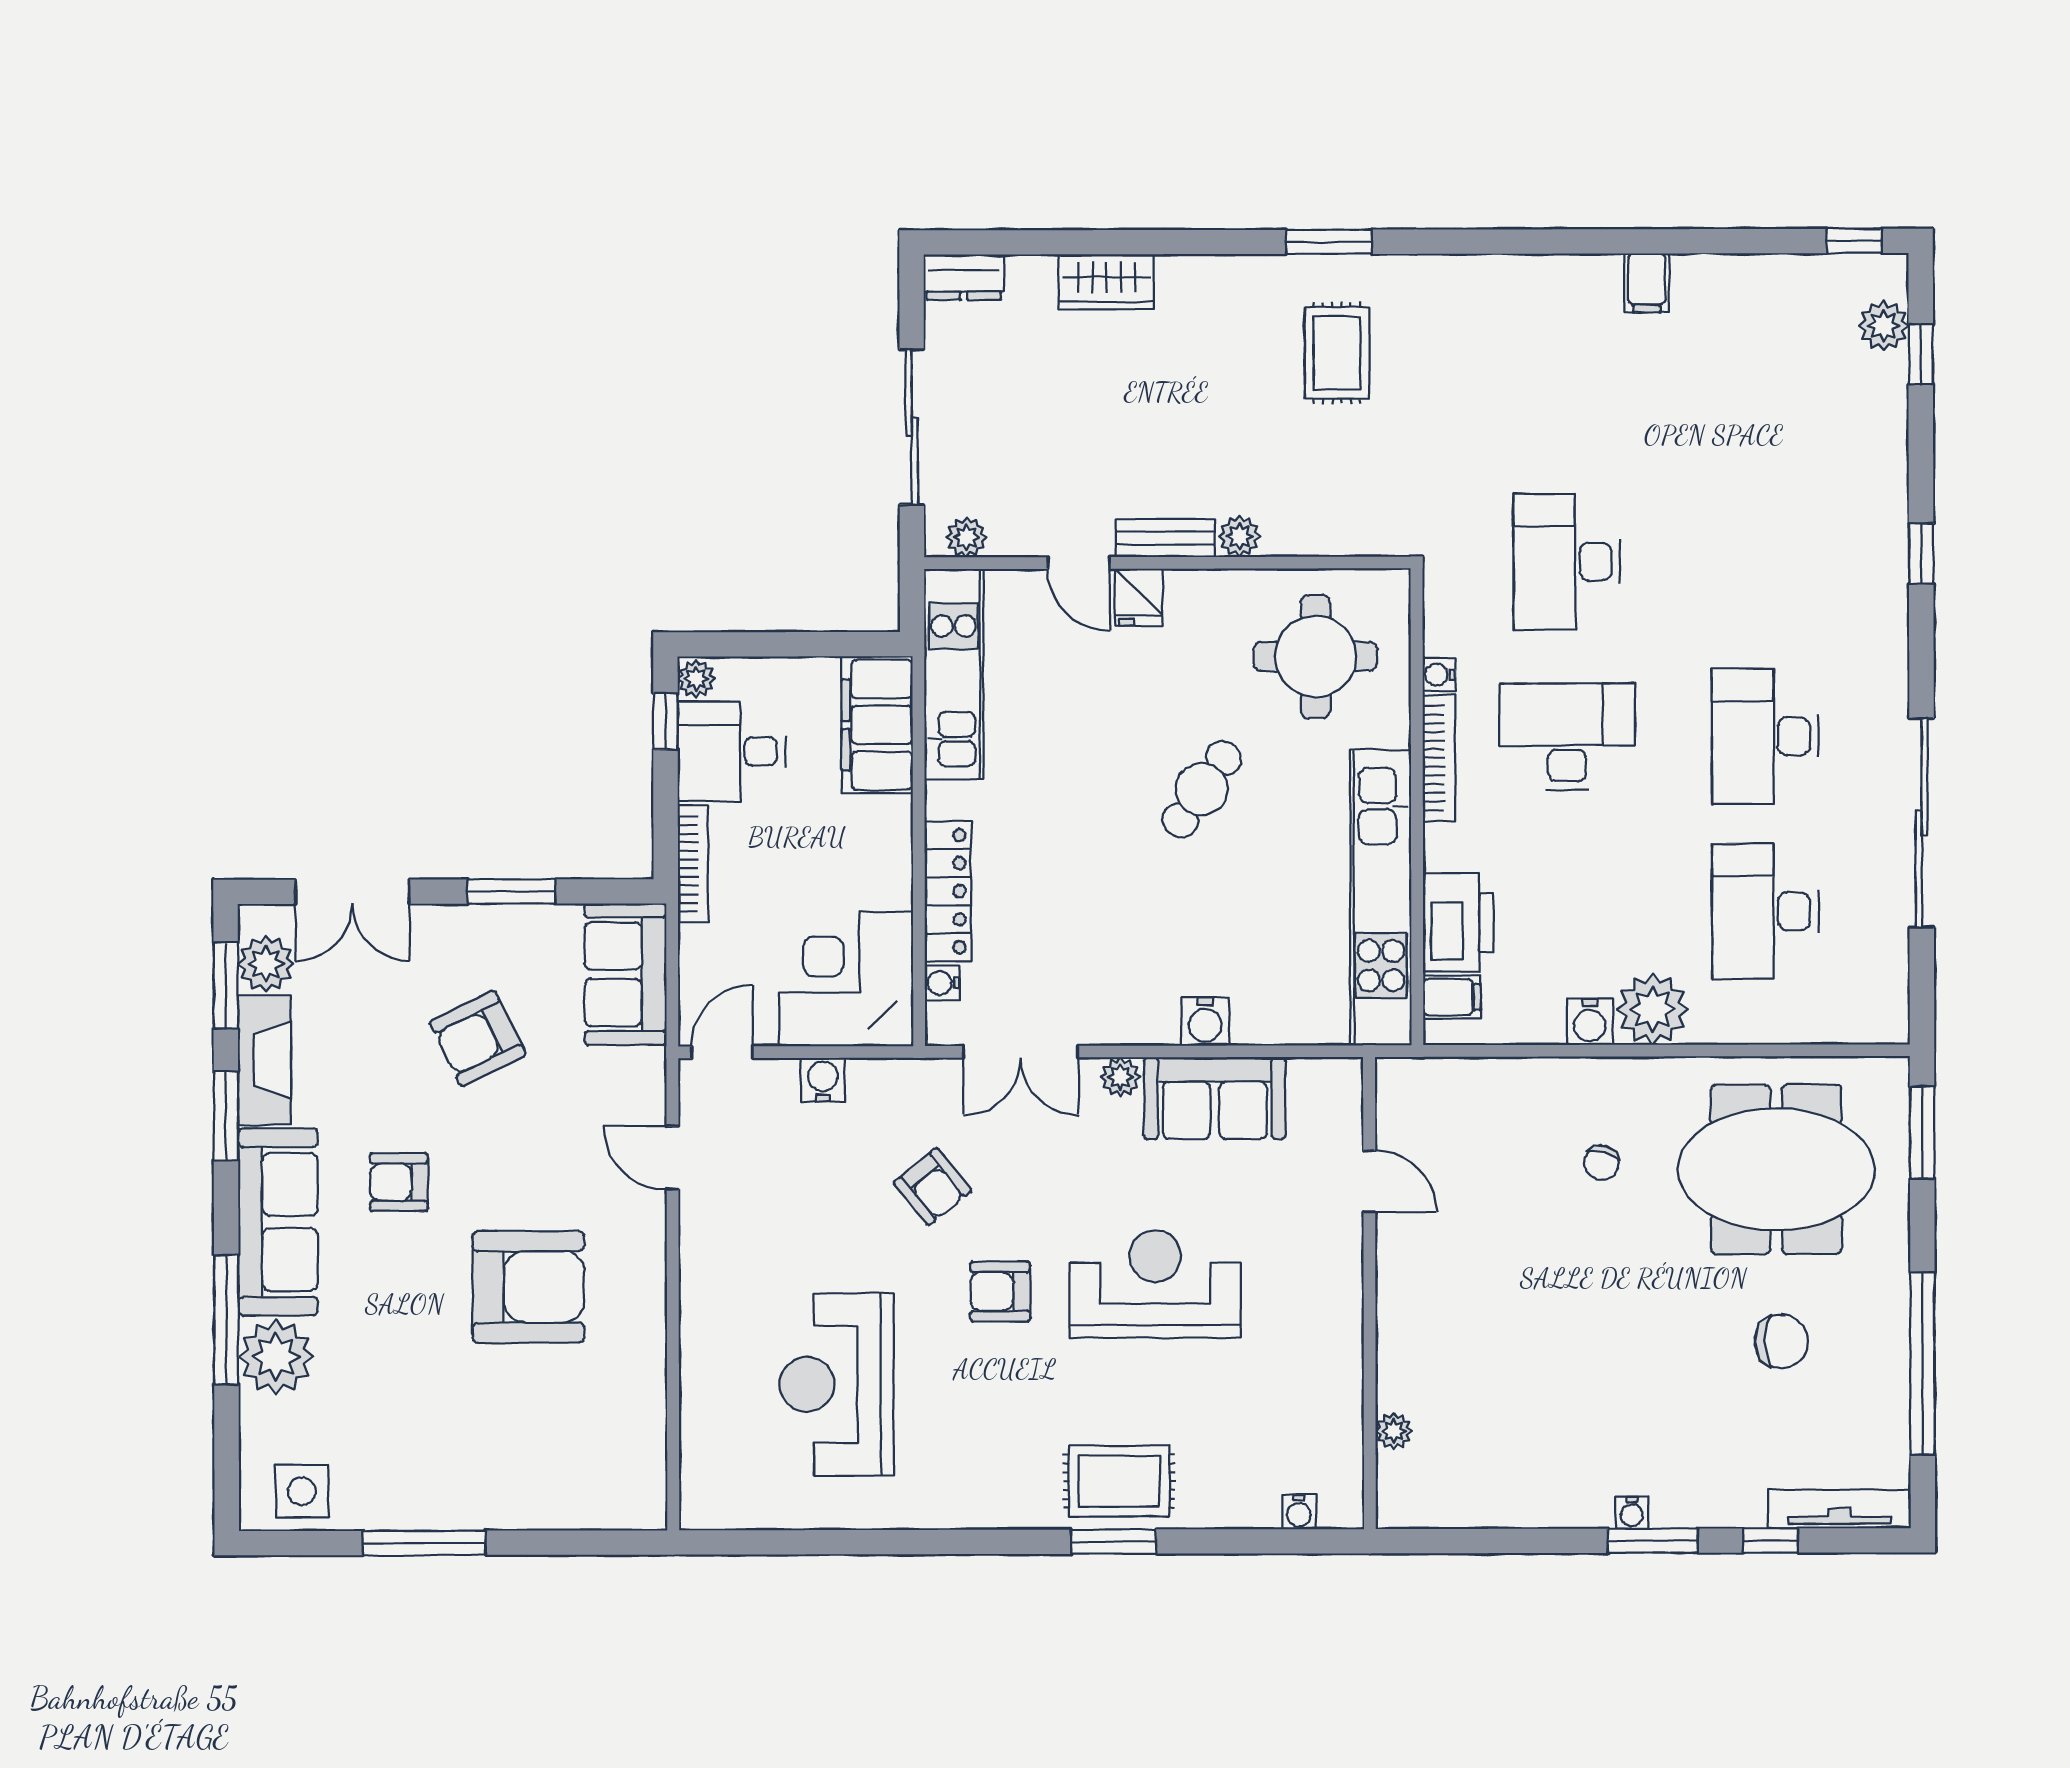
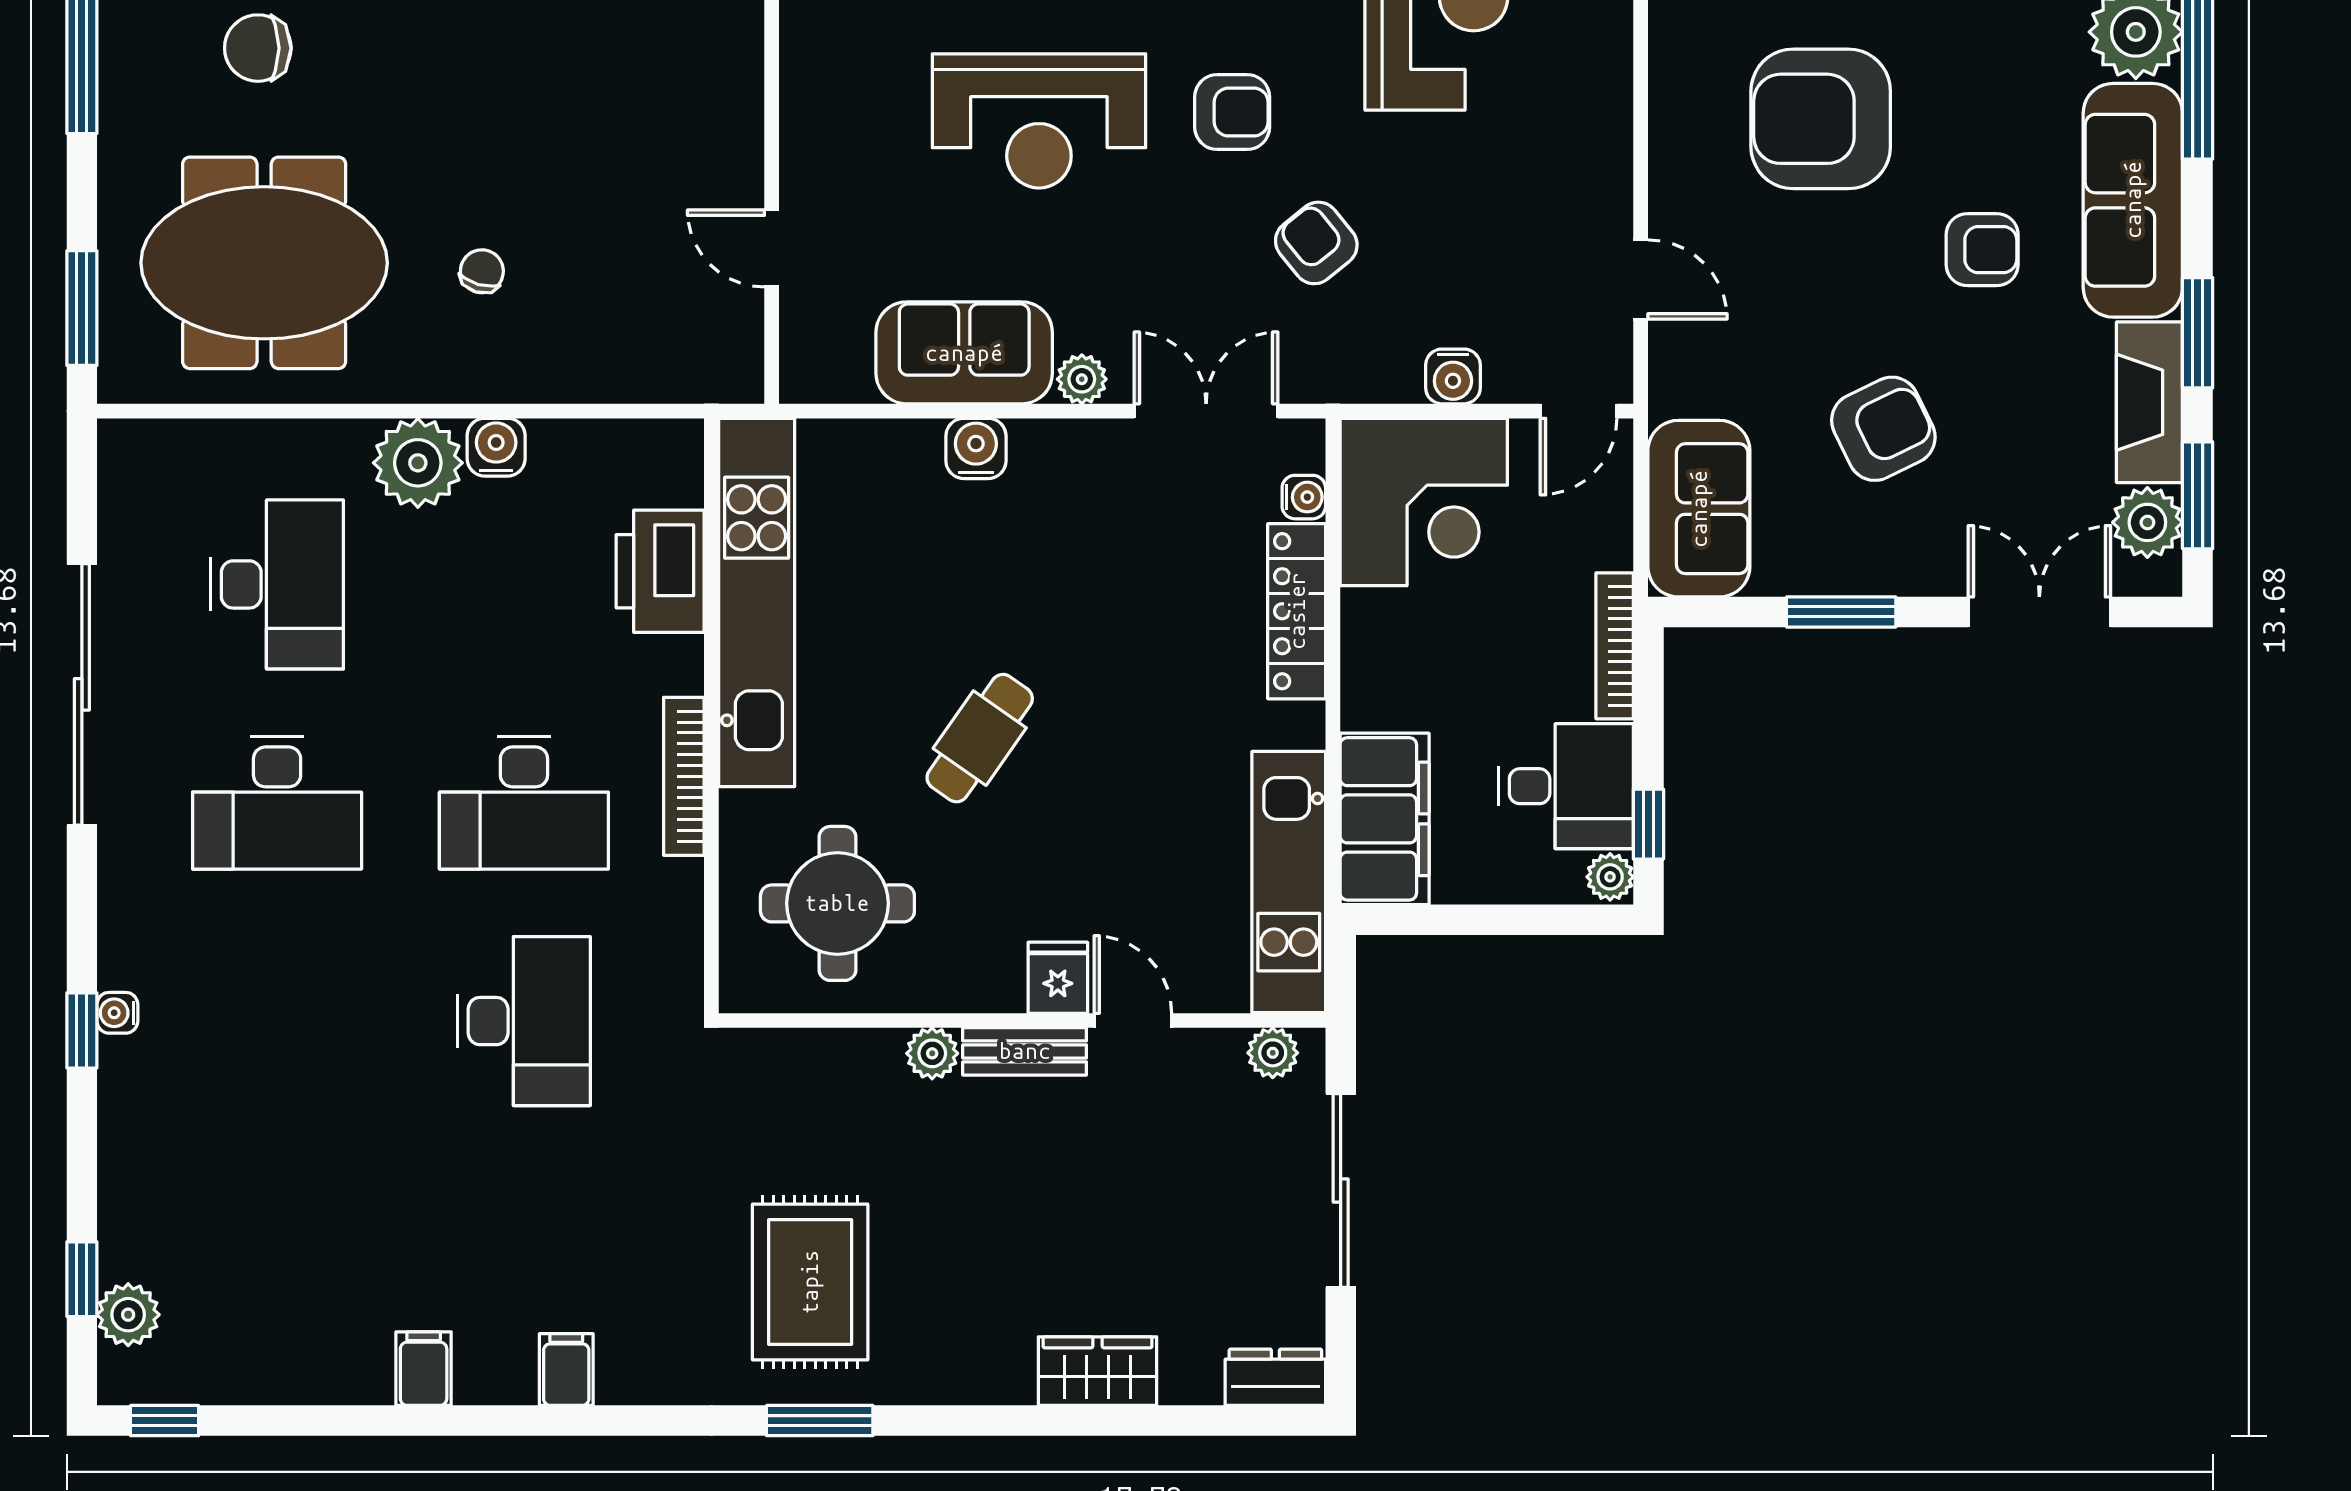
rug: (1337, 353) -> (810, 1282), width x1.36, depth x1.43
water cooler: (1439, 675) -> (117, 1013), moved, turned 180
desk: (1765, 736) -> (277, 803), turned 90
filing cabinet: (1452, 997) -> (566, 1370), moved, turned 90

